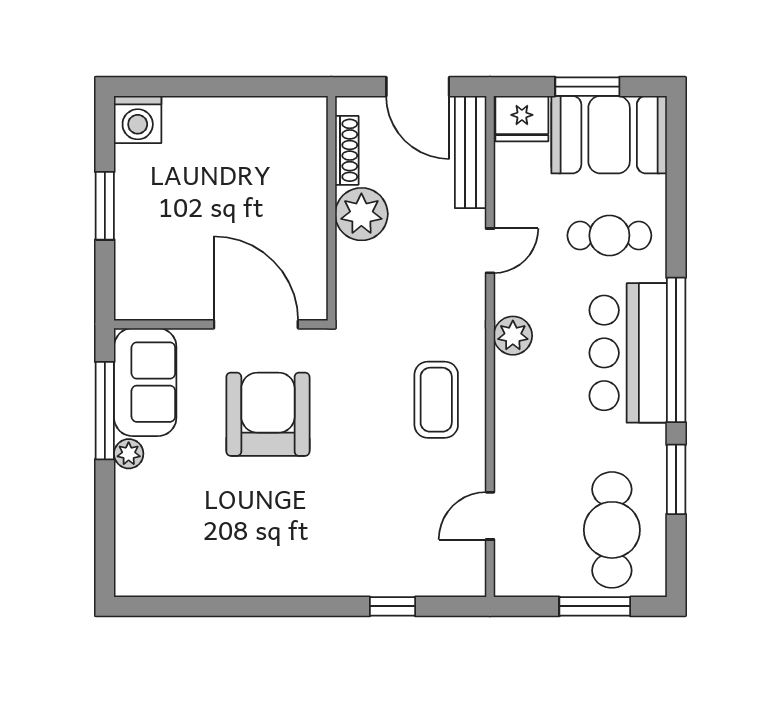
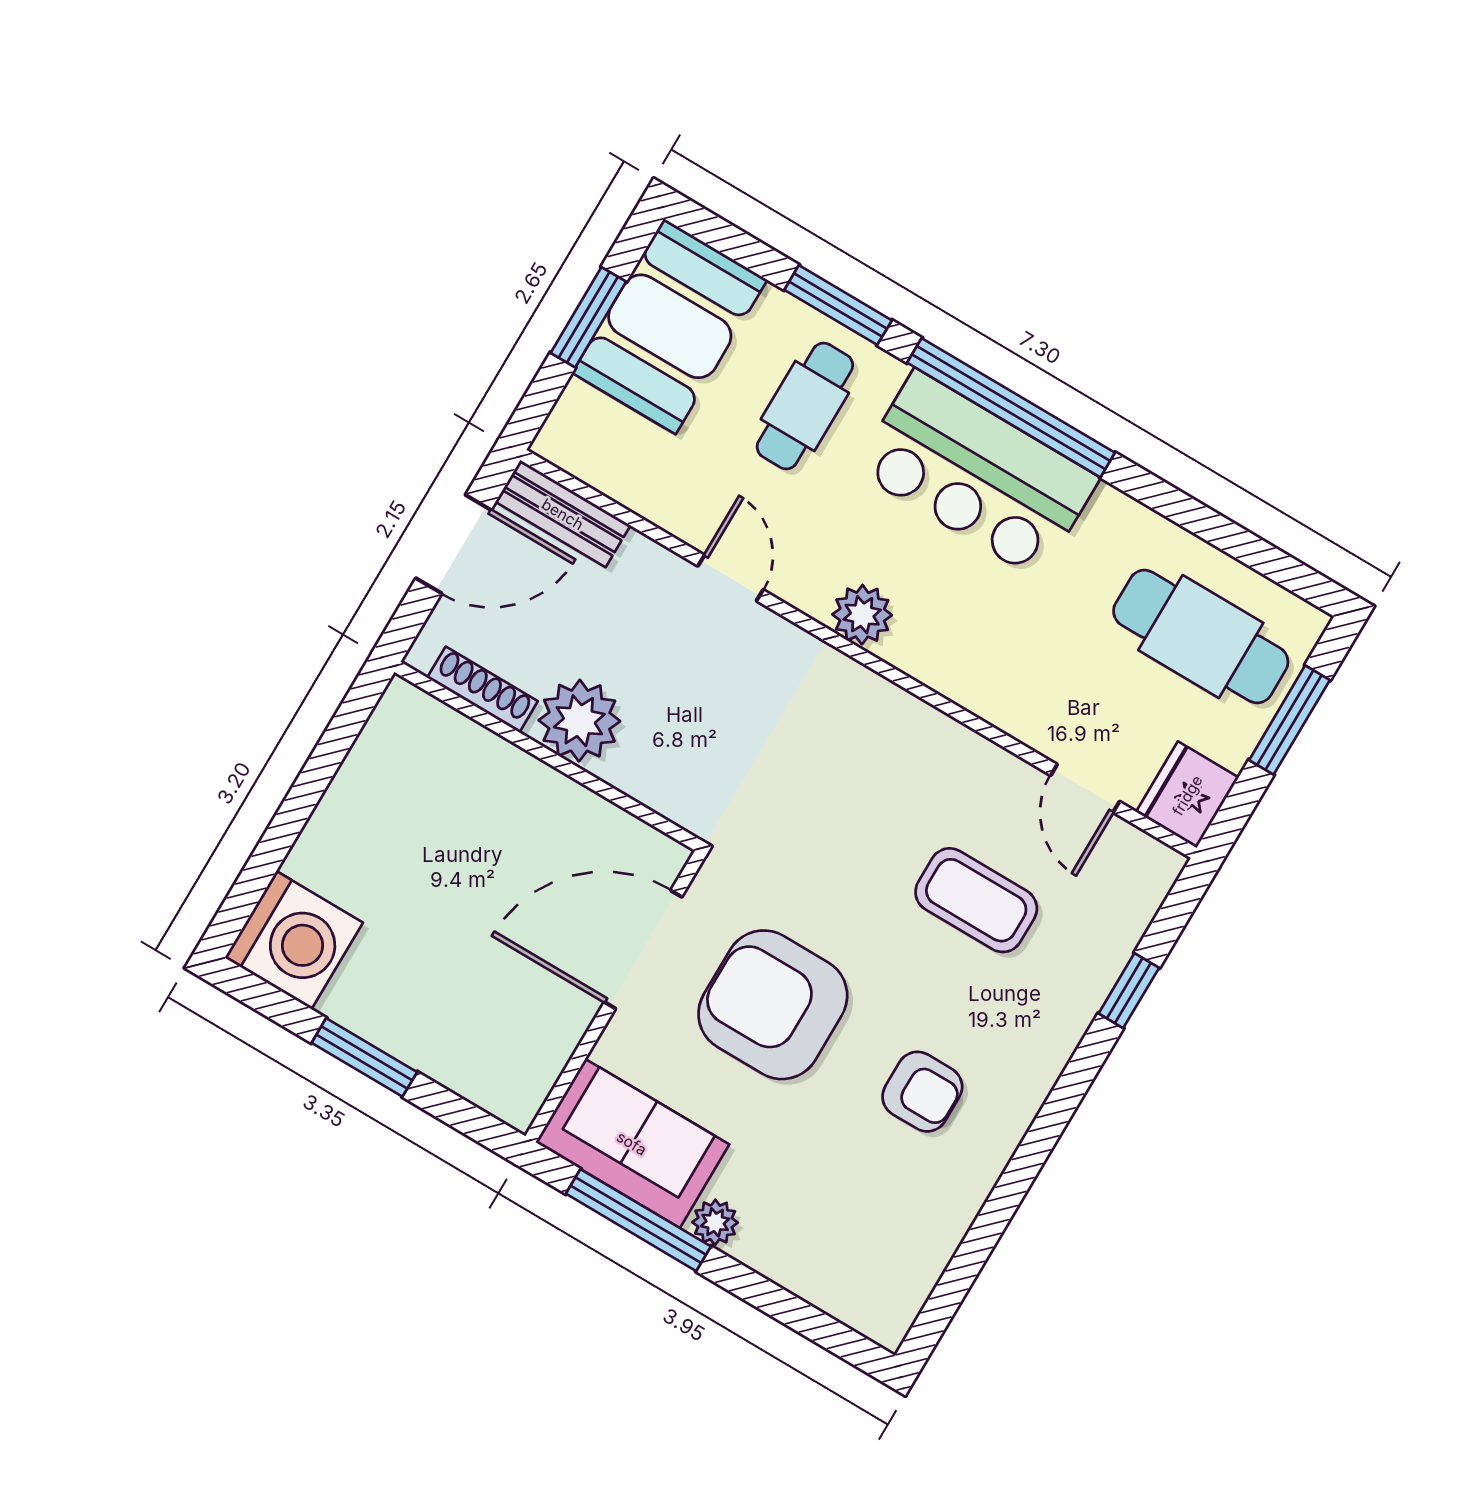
fridge: (522, 119) -> (1187, 795), moved, turned 180
washing machine: (138, 120) -> (294, 940), width x1.37, depth x1.37
bench: (471, 152) -> (563, 514), width x0.73
coffee table: (436, 400) -> (976, 900), moved
window: (676, 479) -> (838, 305), moved
armchair: (269, 525) -> (922, 1092), added

